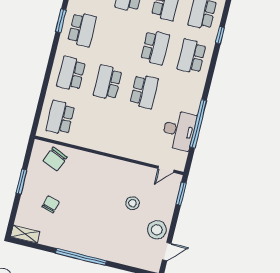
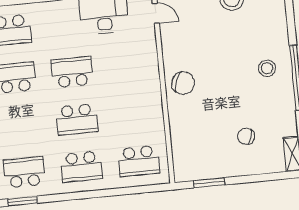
chair: (55, 159) -> (183, 83), moved
window: (21, 182) -> (209, 183), moved
stool: (133, 203) -> (267, 68), moved

